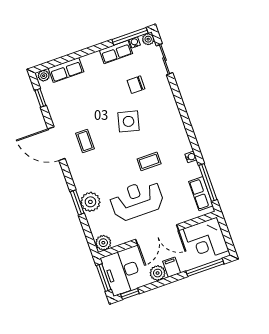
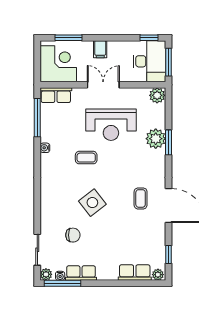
side table: (129, 121) -> (92, 203), turned 38
row of seats: (201, 194) -> (56, 95), moved, turned 90
double door: (157, 235) -> (103, 85), width x0.73
window: (205, 267) -> (69, 38), width x0.69
plant: (158, 273) -> (116, 48), removed

